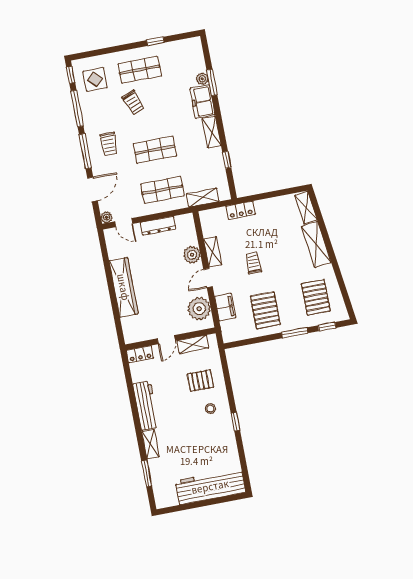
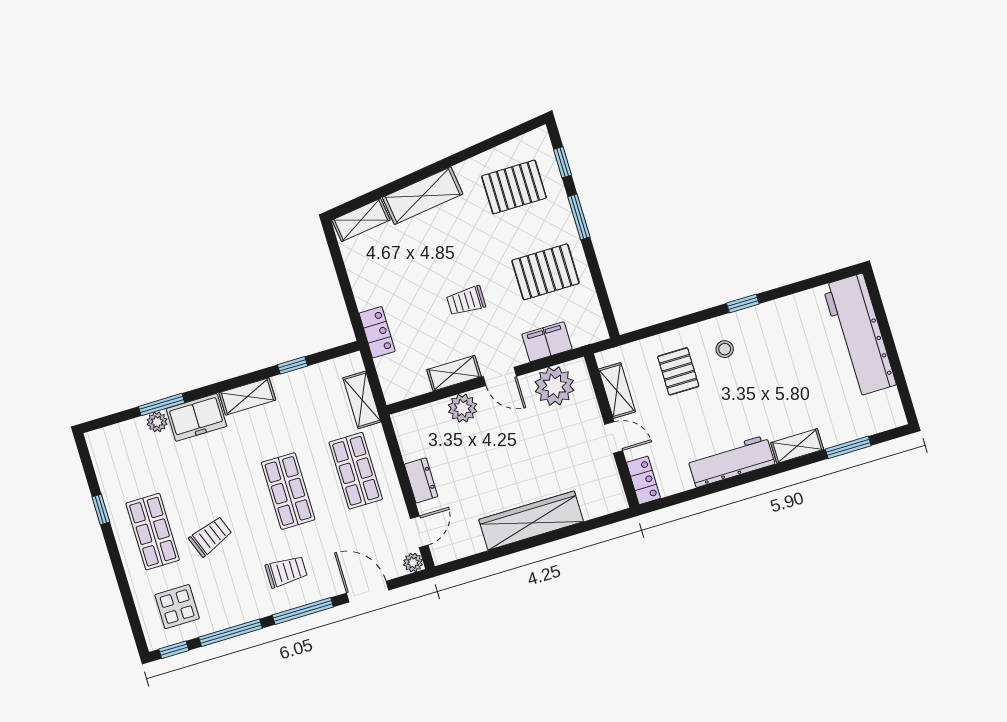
dresser: (158, 226) -> (421, 480), width x0.70

